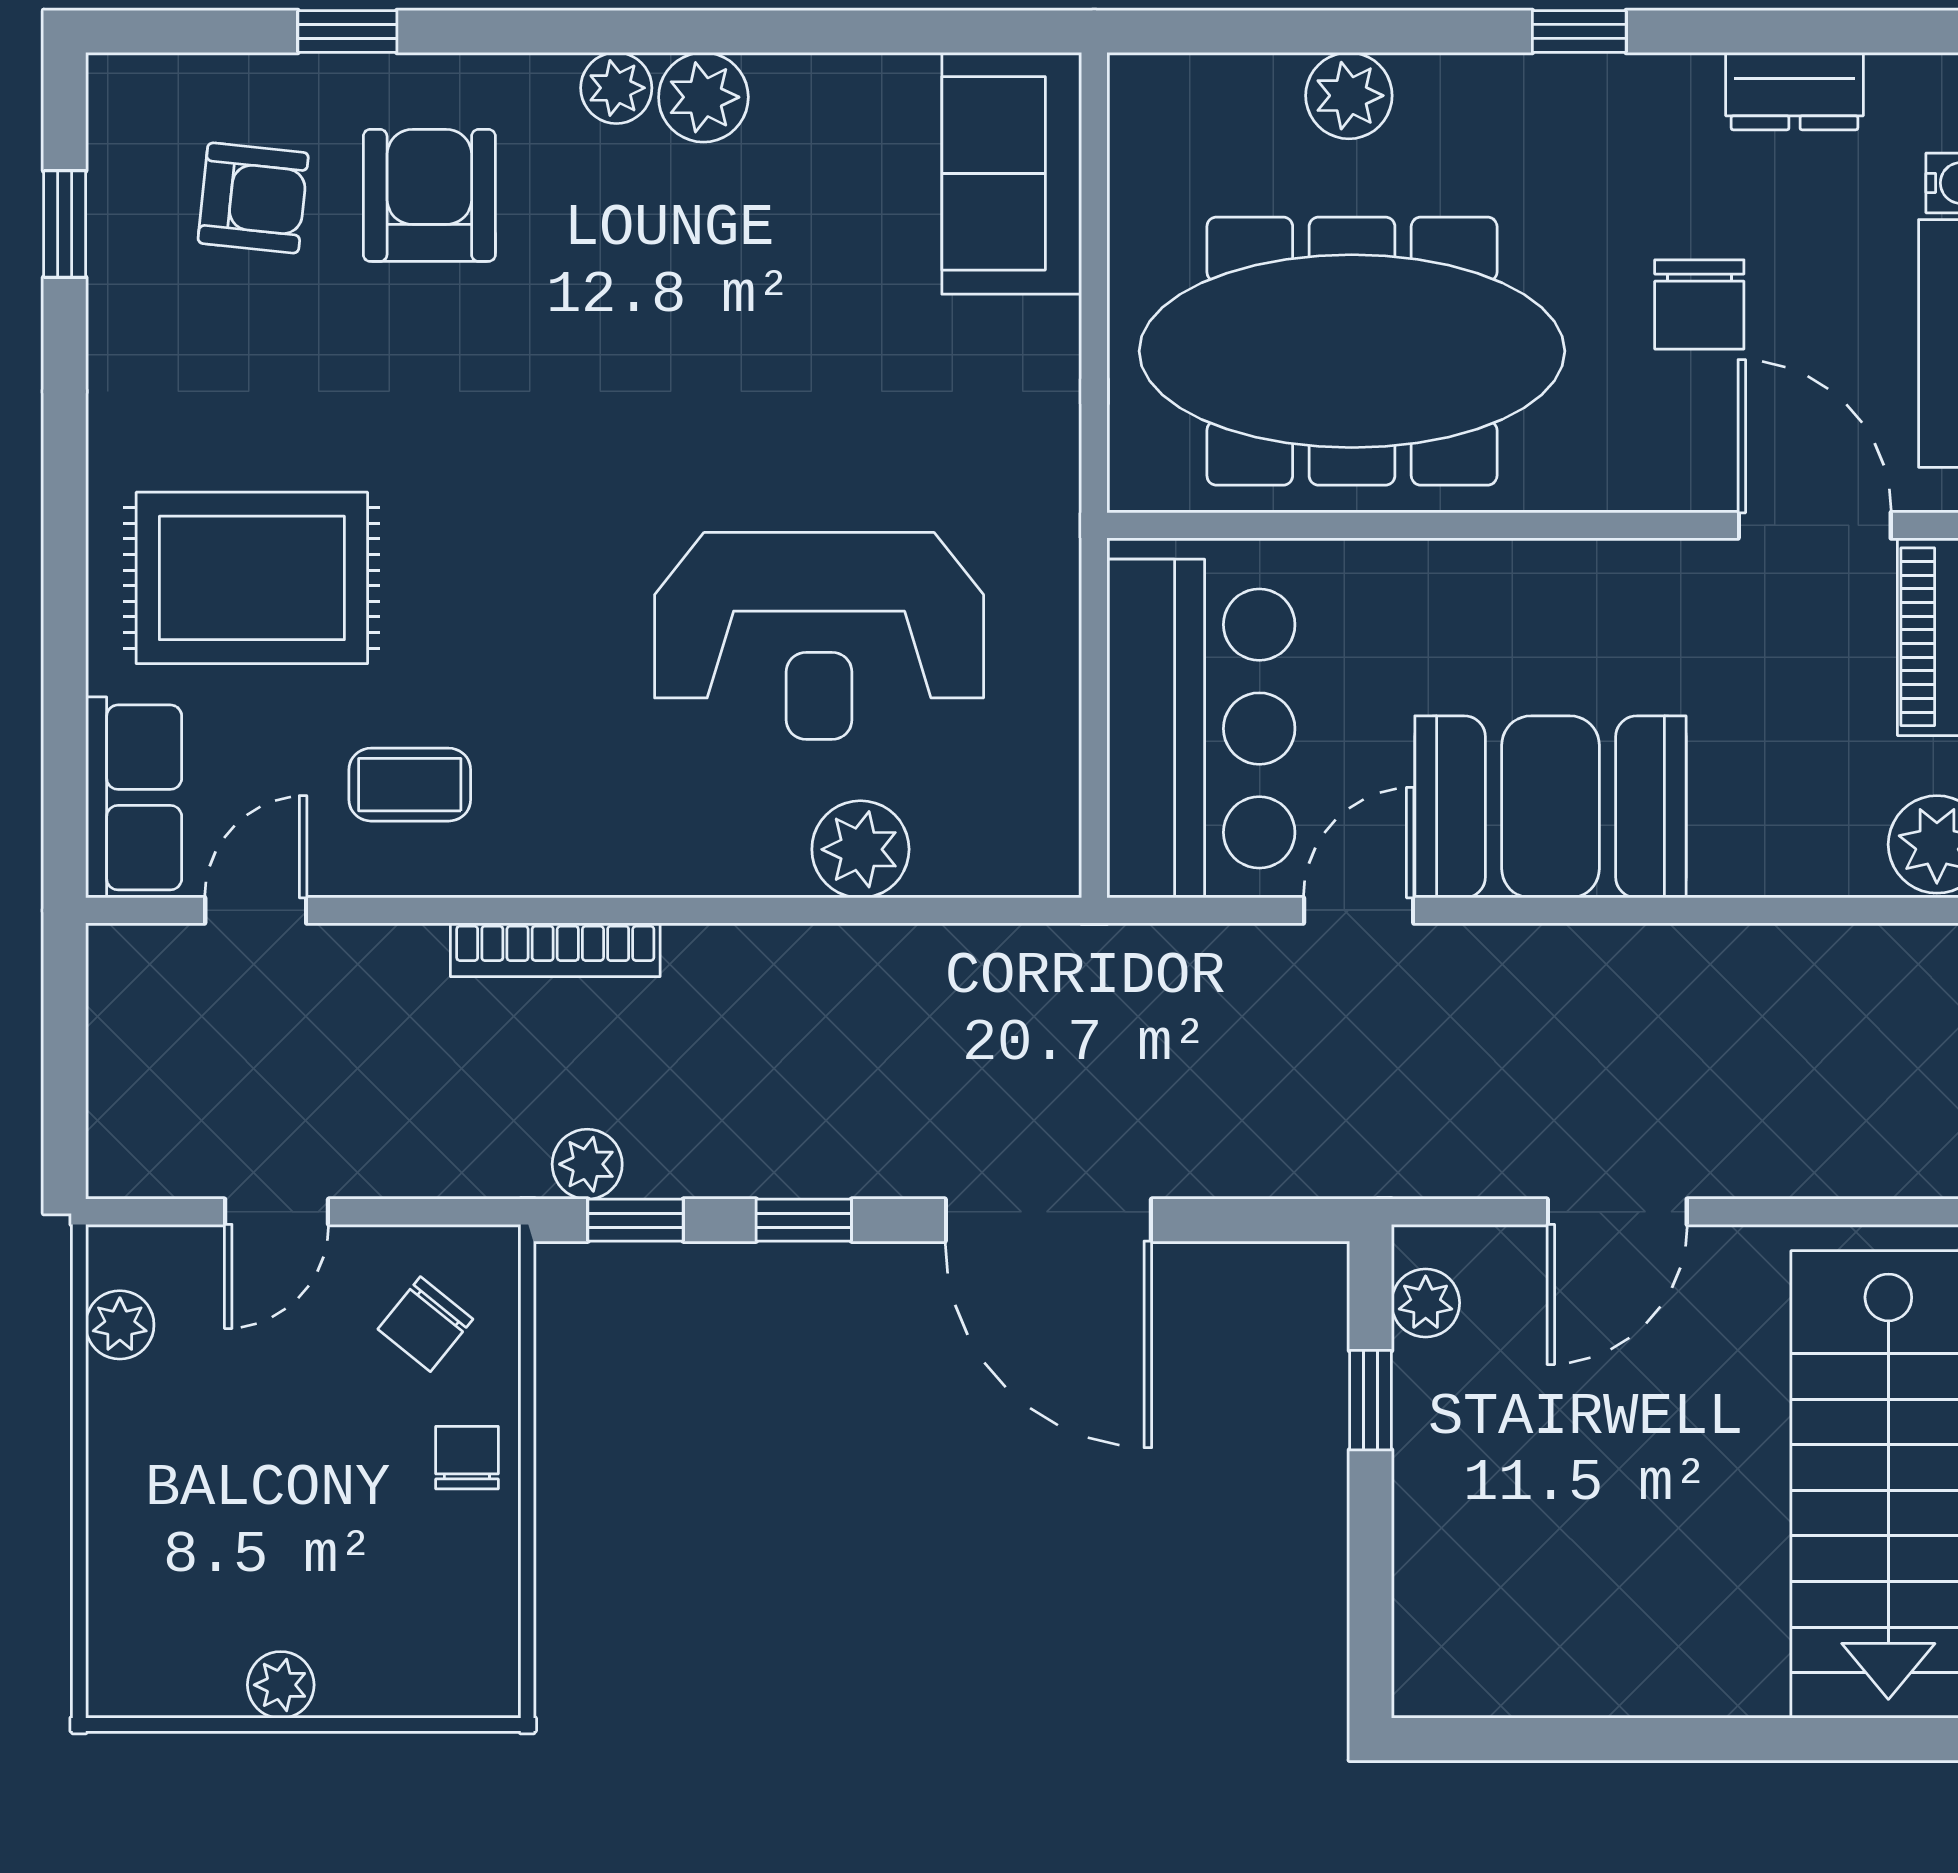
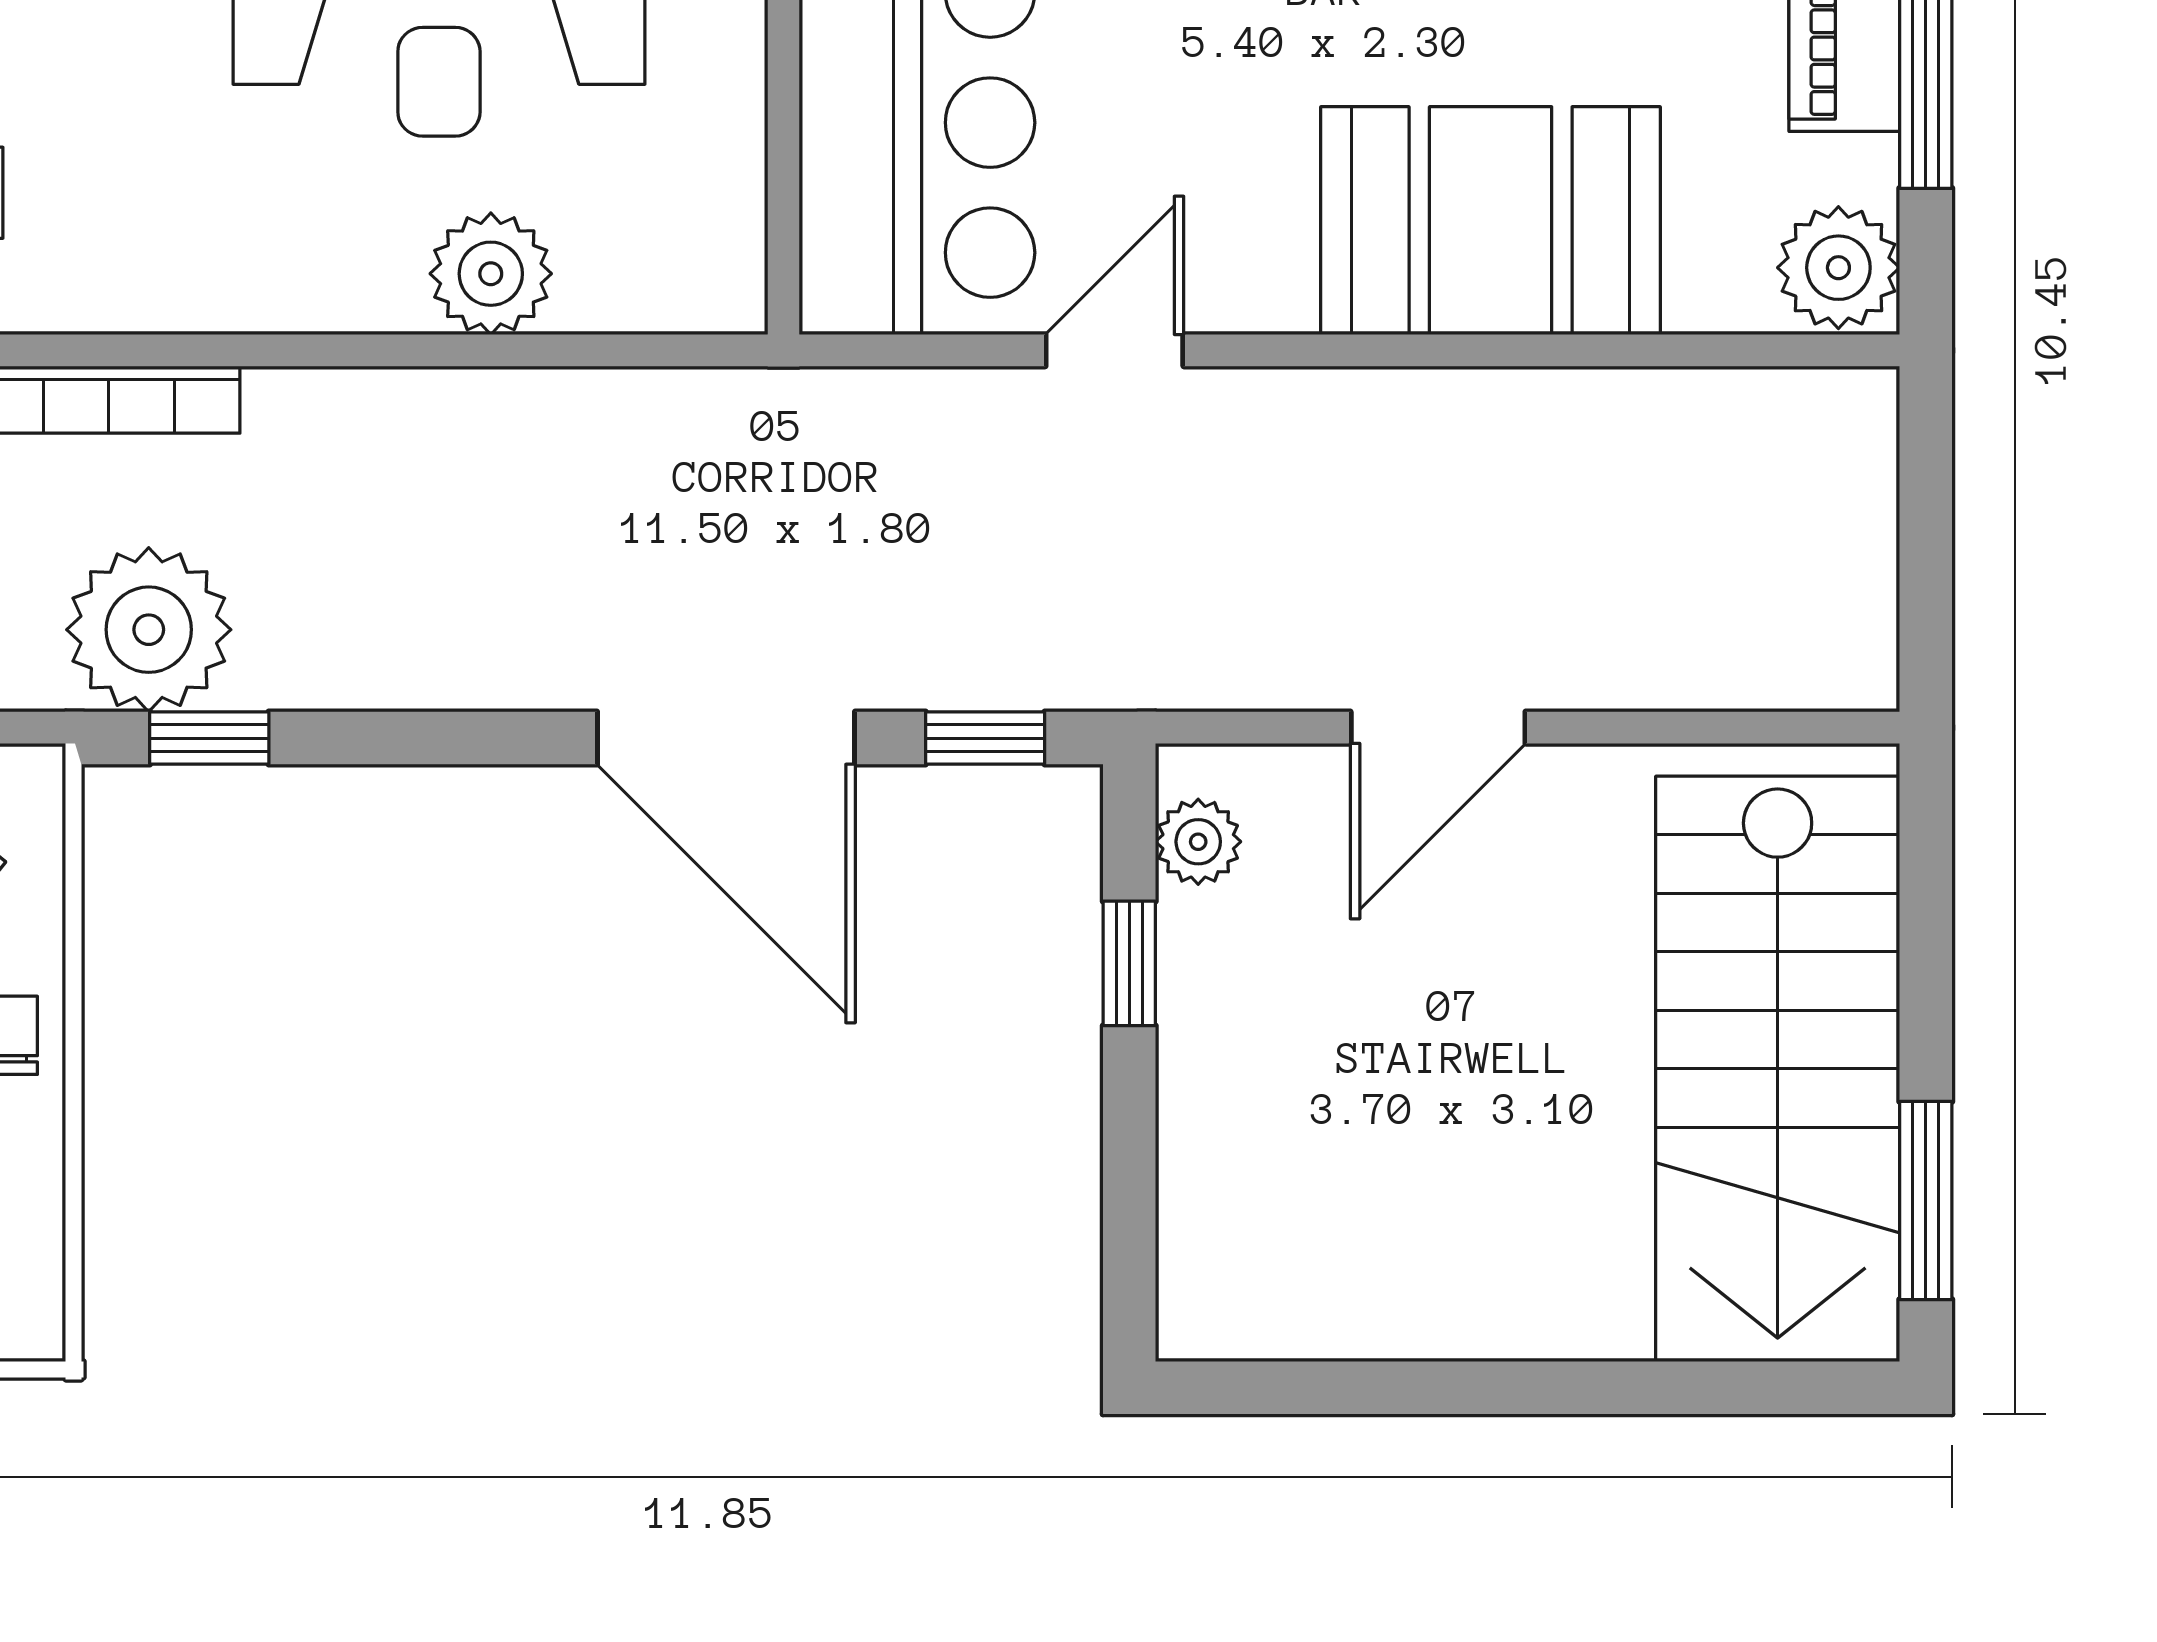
booth: (1550, 807) -> (1491, 221), moved
plant: (587, 1164) -> (149, 630), width x1.88, depth x1.88
window: (804, 1220) -> (985, 738), moved

